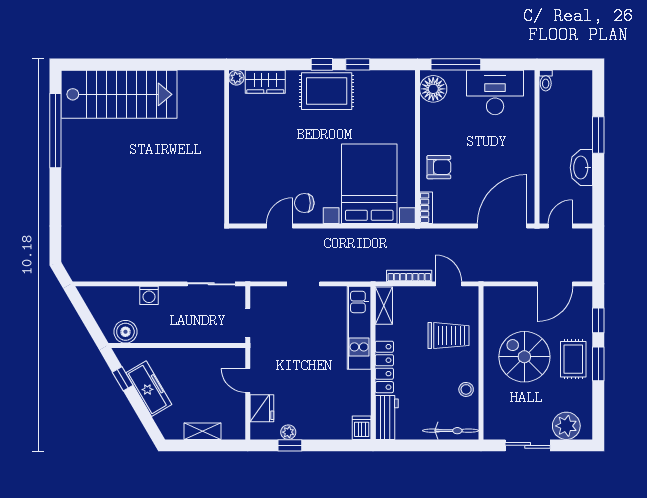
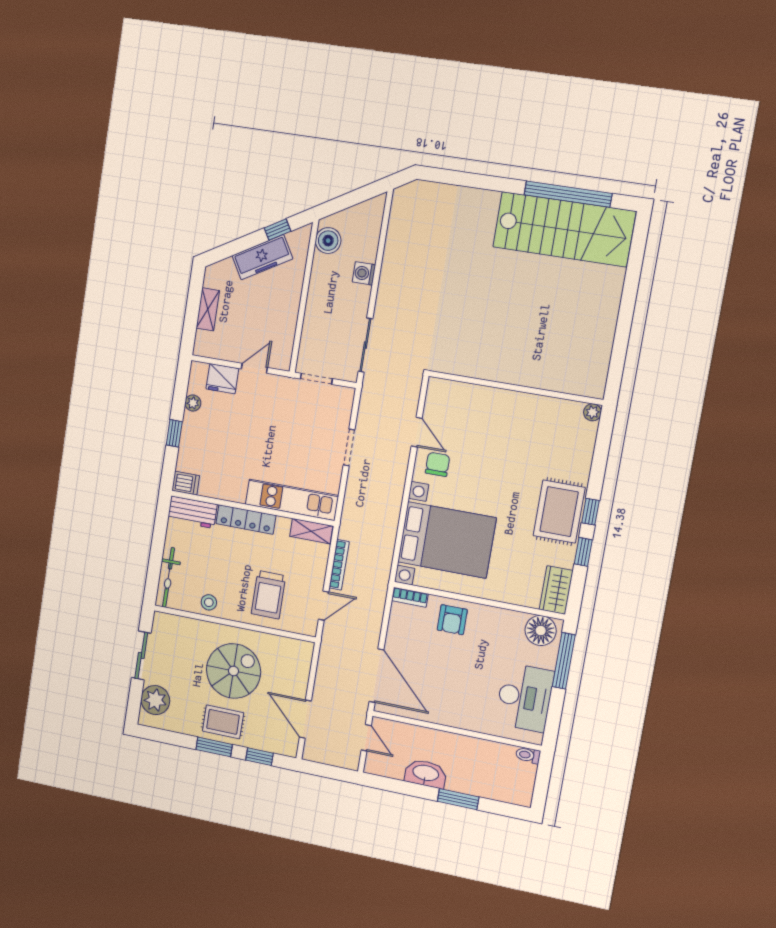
wardrobe: (265, 82) -> (556, 590), moved
stairs: (119, 94) -> (564, 229), moved, turned -90
window: (290, 445) -> (174, 433), moved

